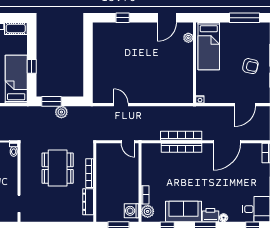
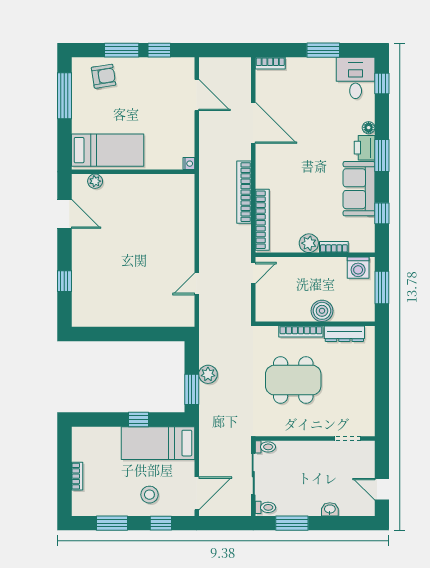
cot: (16, 28) -> (81, 444), removed
armchair: (250, 66) -> (104, 76), moved, turned 68
bookcase: (182, 148) -> (262, 220), moved
boiler: (103, 187) -> (322, 311), added
plant: (148, 211) -> (309, 243), moved

